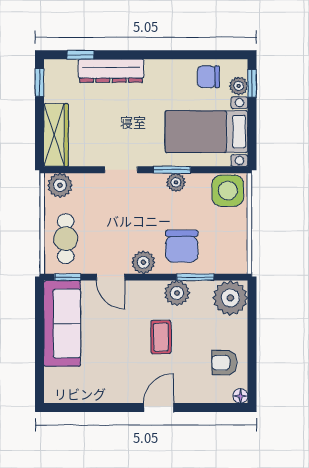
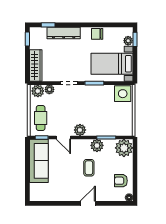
chair: (208, 77) -> (97, 34), moved
plant: (176, 182) -> (49, 89), moved
chair: (182, 246) -> (99, 122), removed

